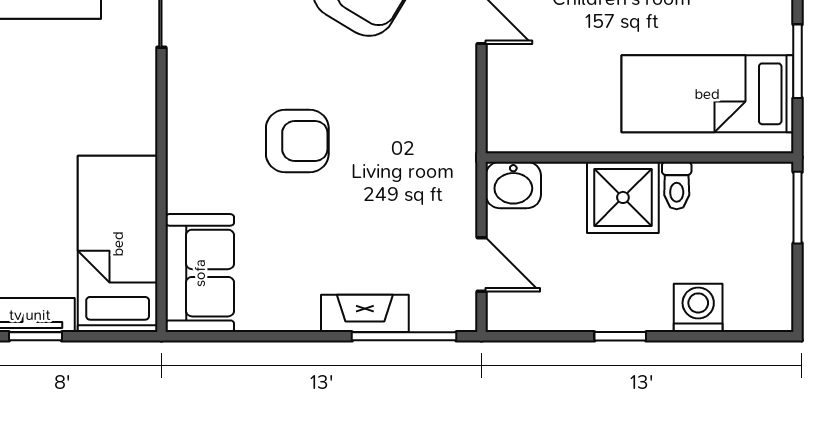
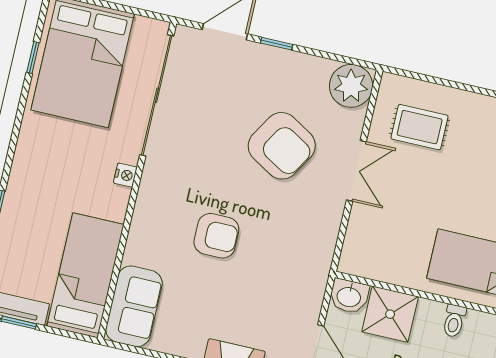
nightstand: (142, 83) -> (125, 175), added
shower: (623, 197) -> (390, 314), moved

